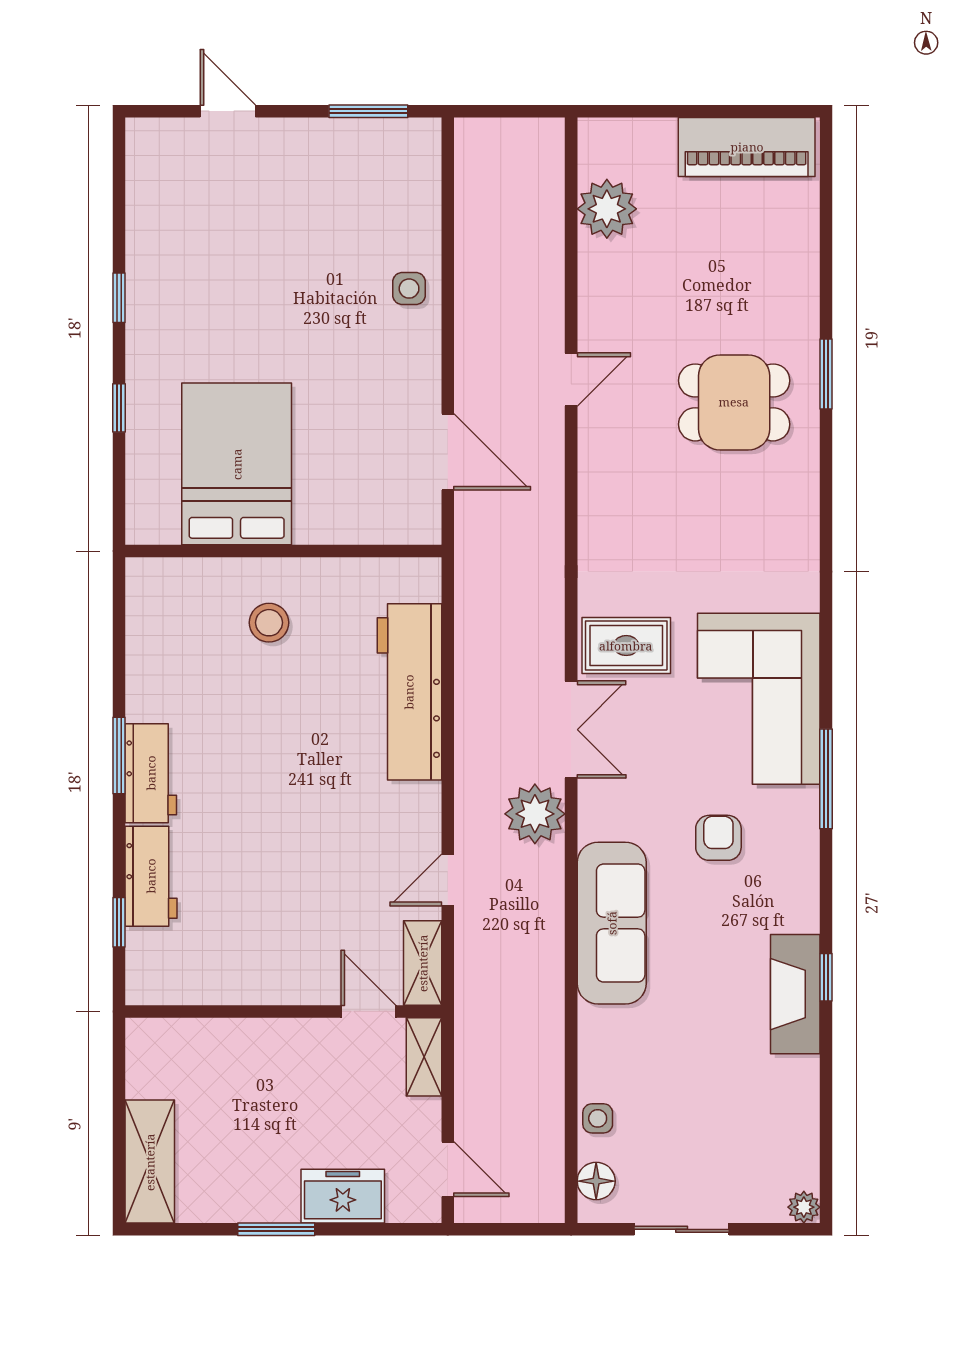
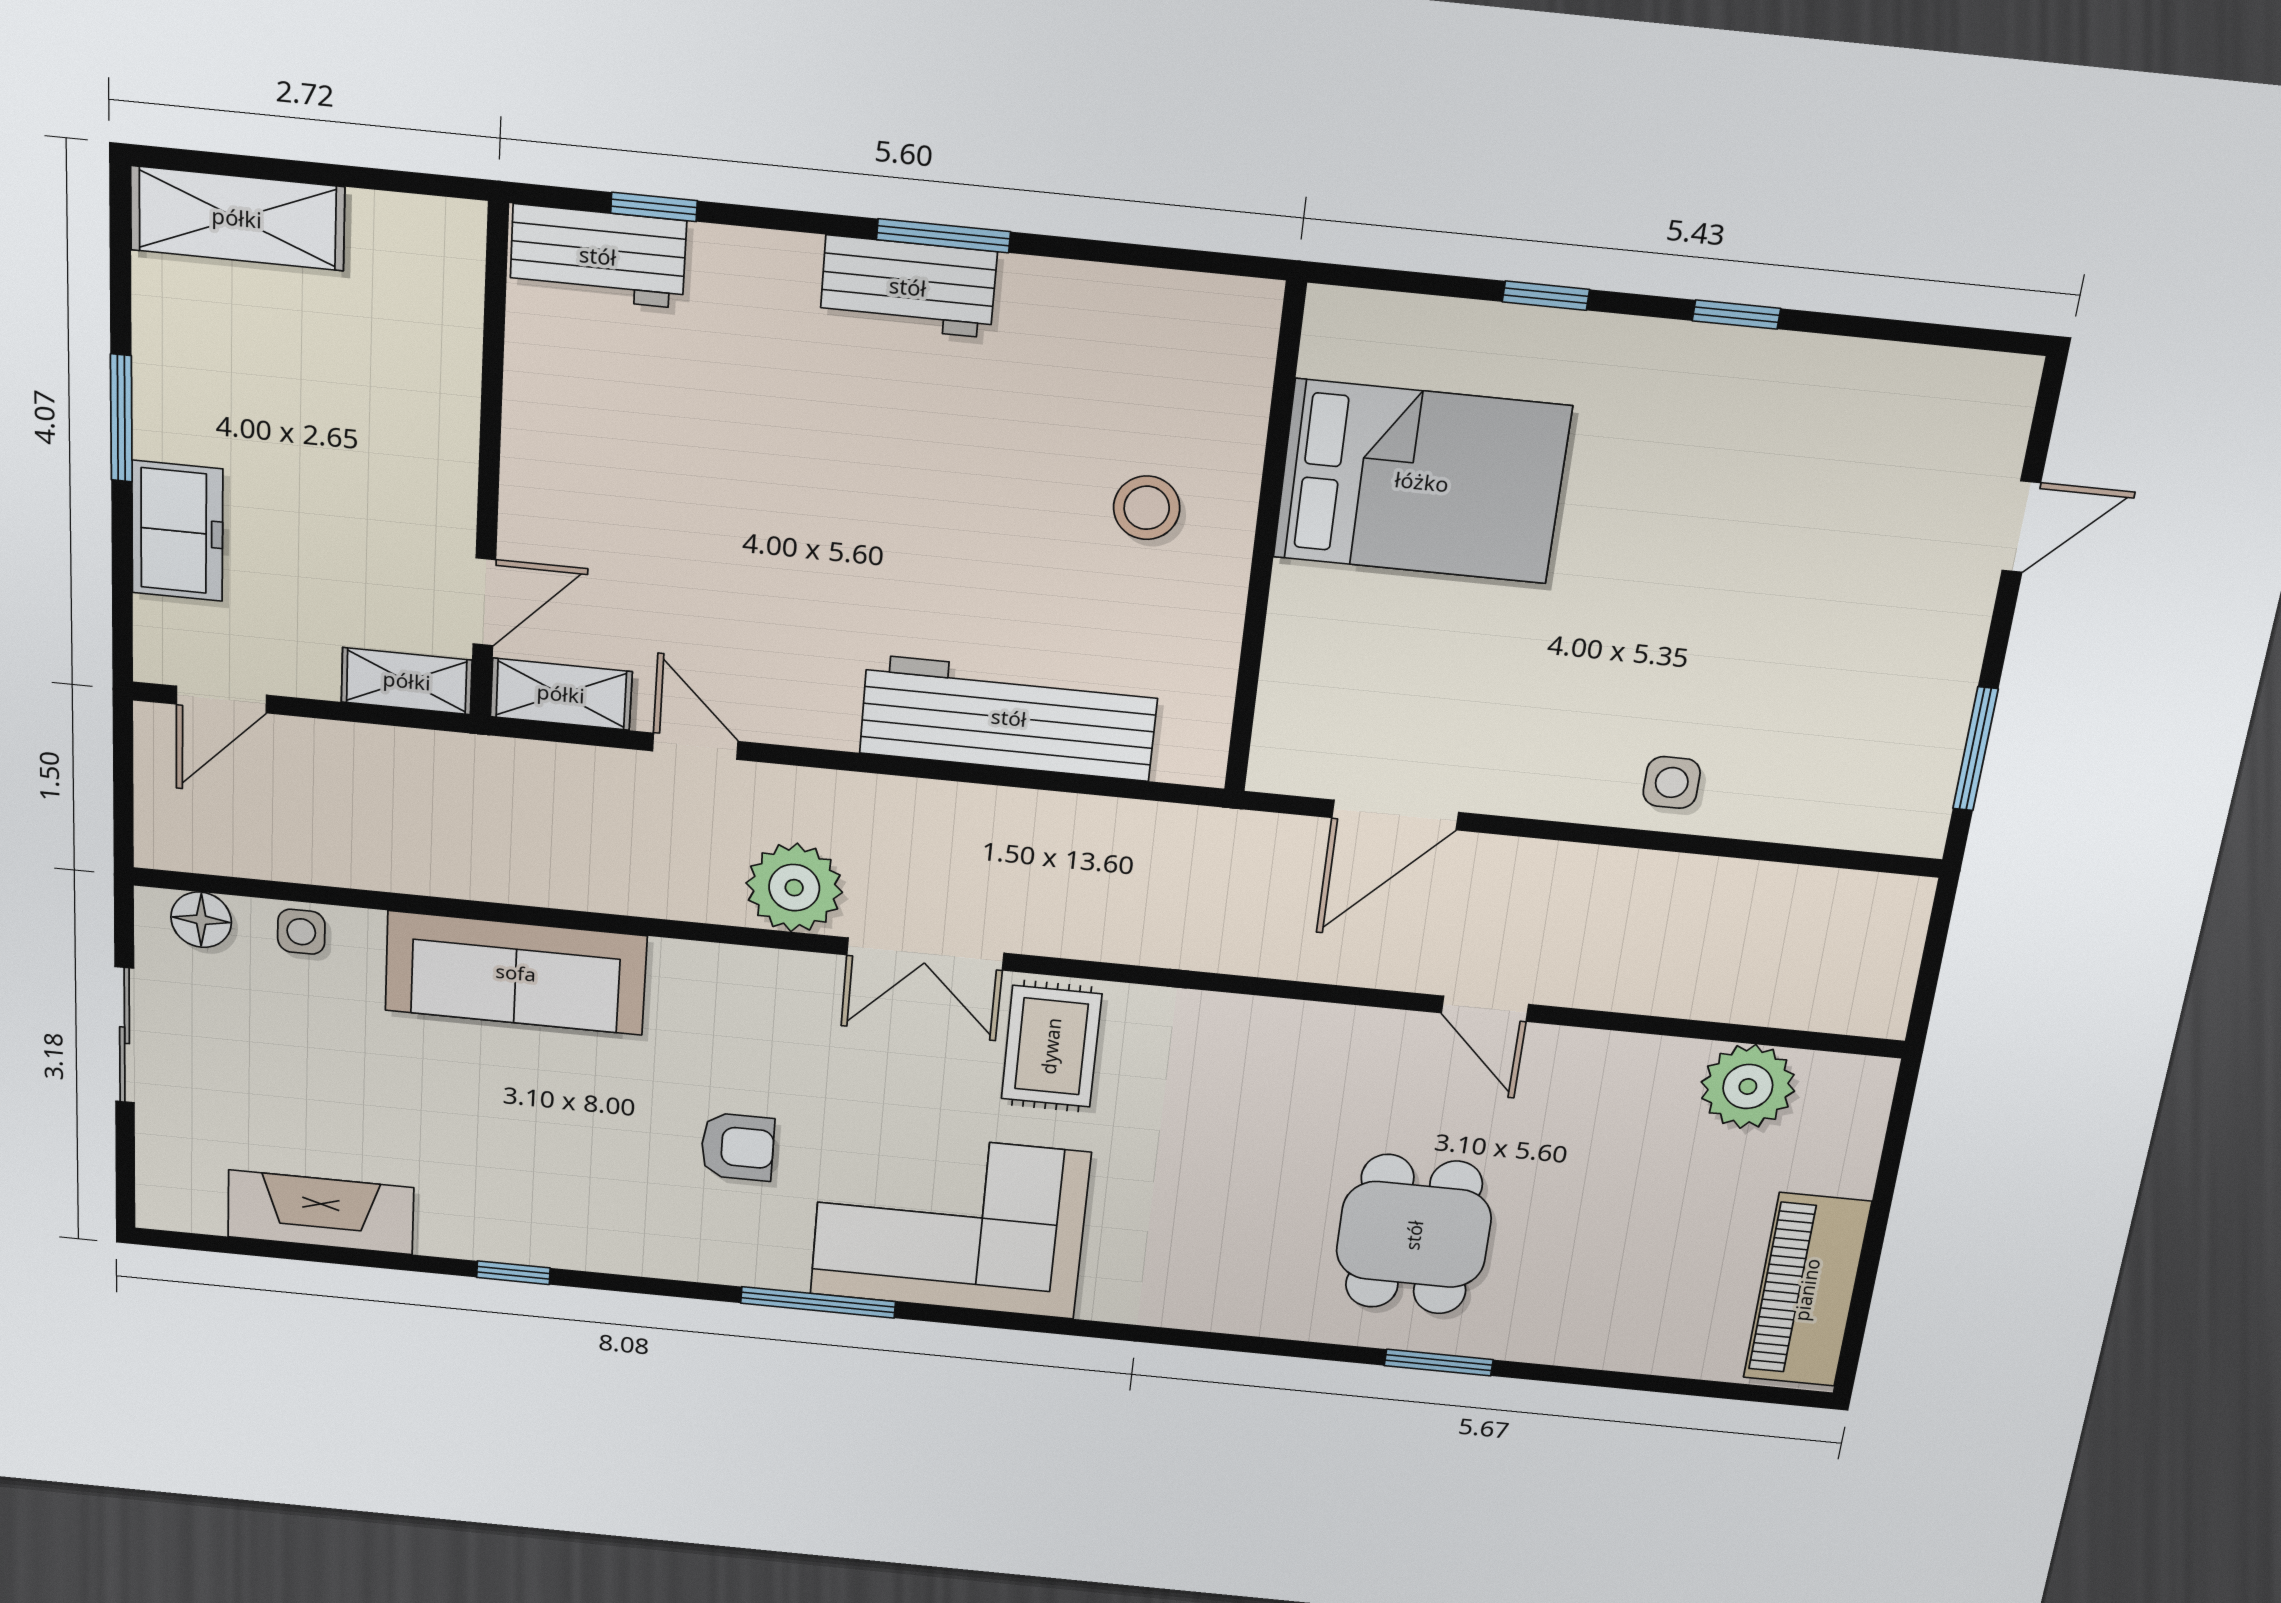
workbench: (151, 876) -> (598, 256), moved
sofa: (612, 923) -> (516, 973), moved
fireplace: (795, 994) -> (321, 1212), moved
plant: (804, 1207) -> (160, 1208), removed

